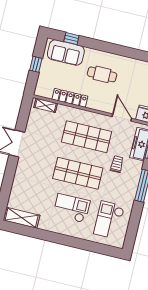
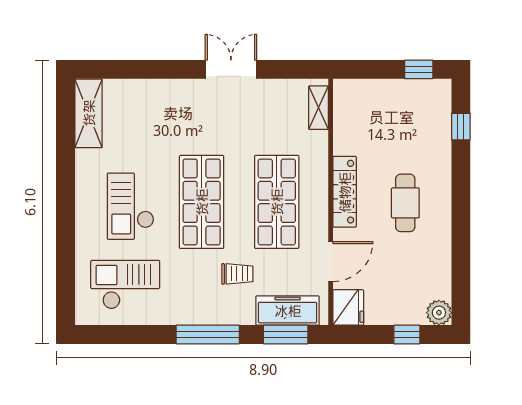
sofa: (66, 53) -> (431, 122), removed
window: (36, 64) -> (419, 69), moved
locker: (70, 98) -> (345, 192), moved
checkout: (72, 208) -> (131, 206), turned 180

